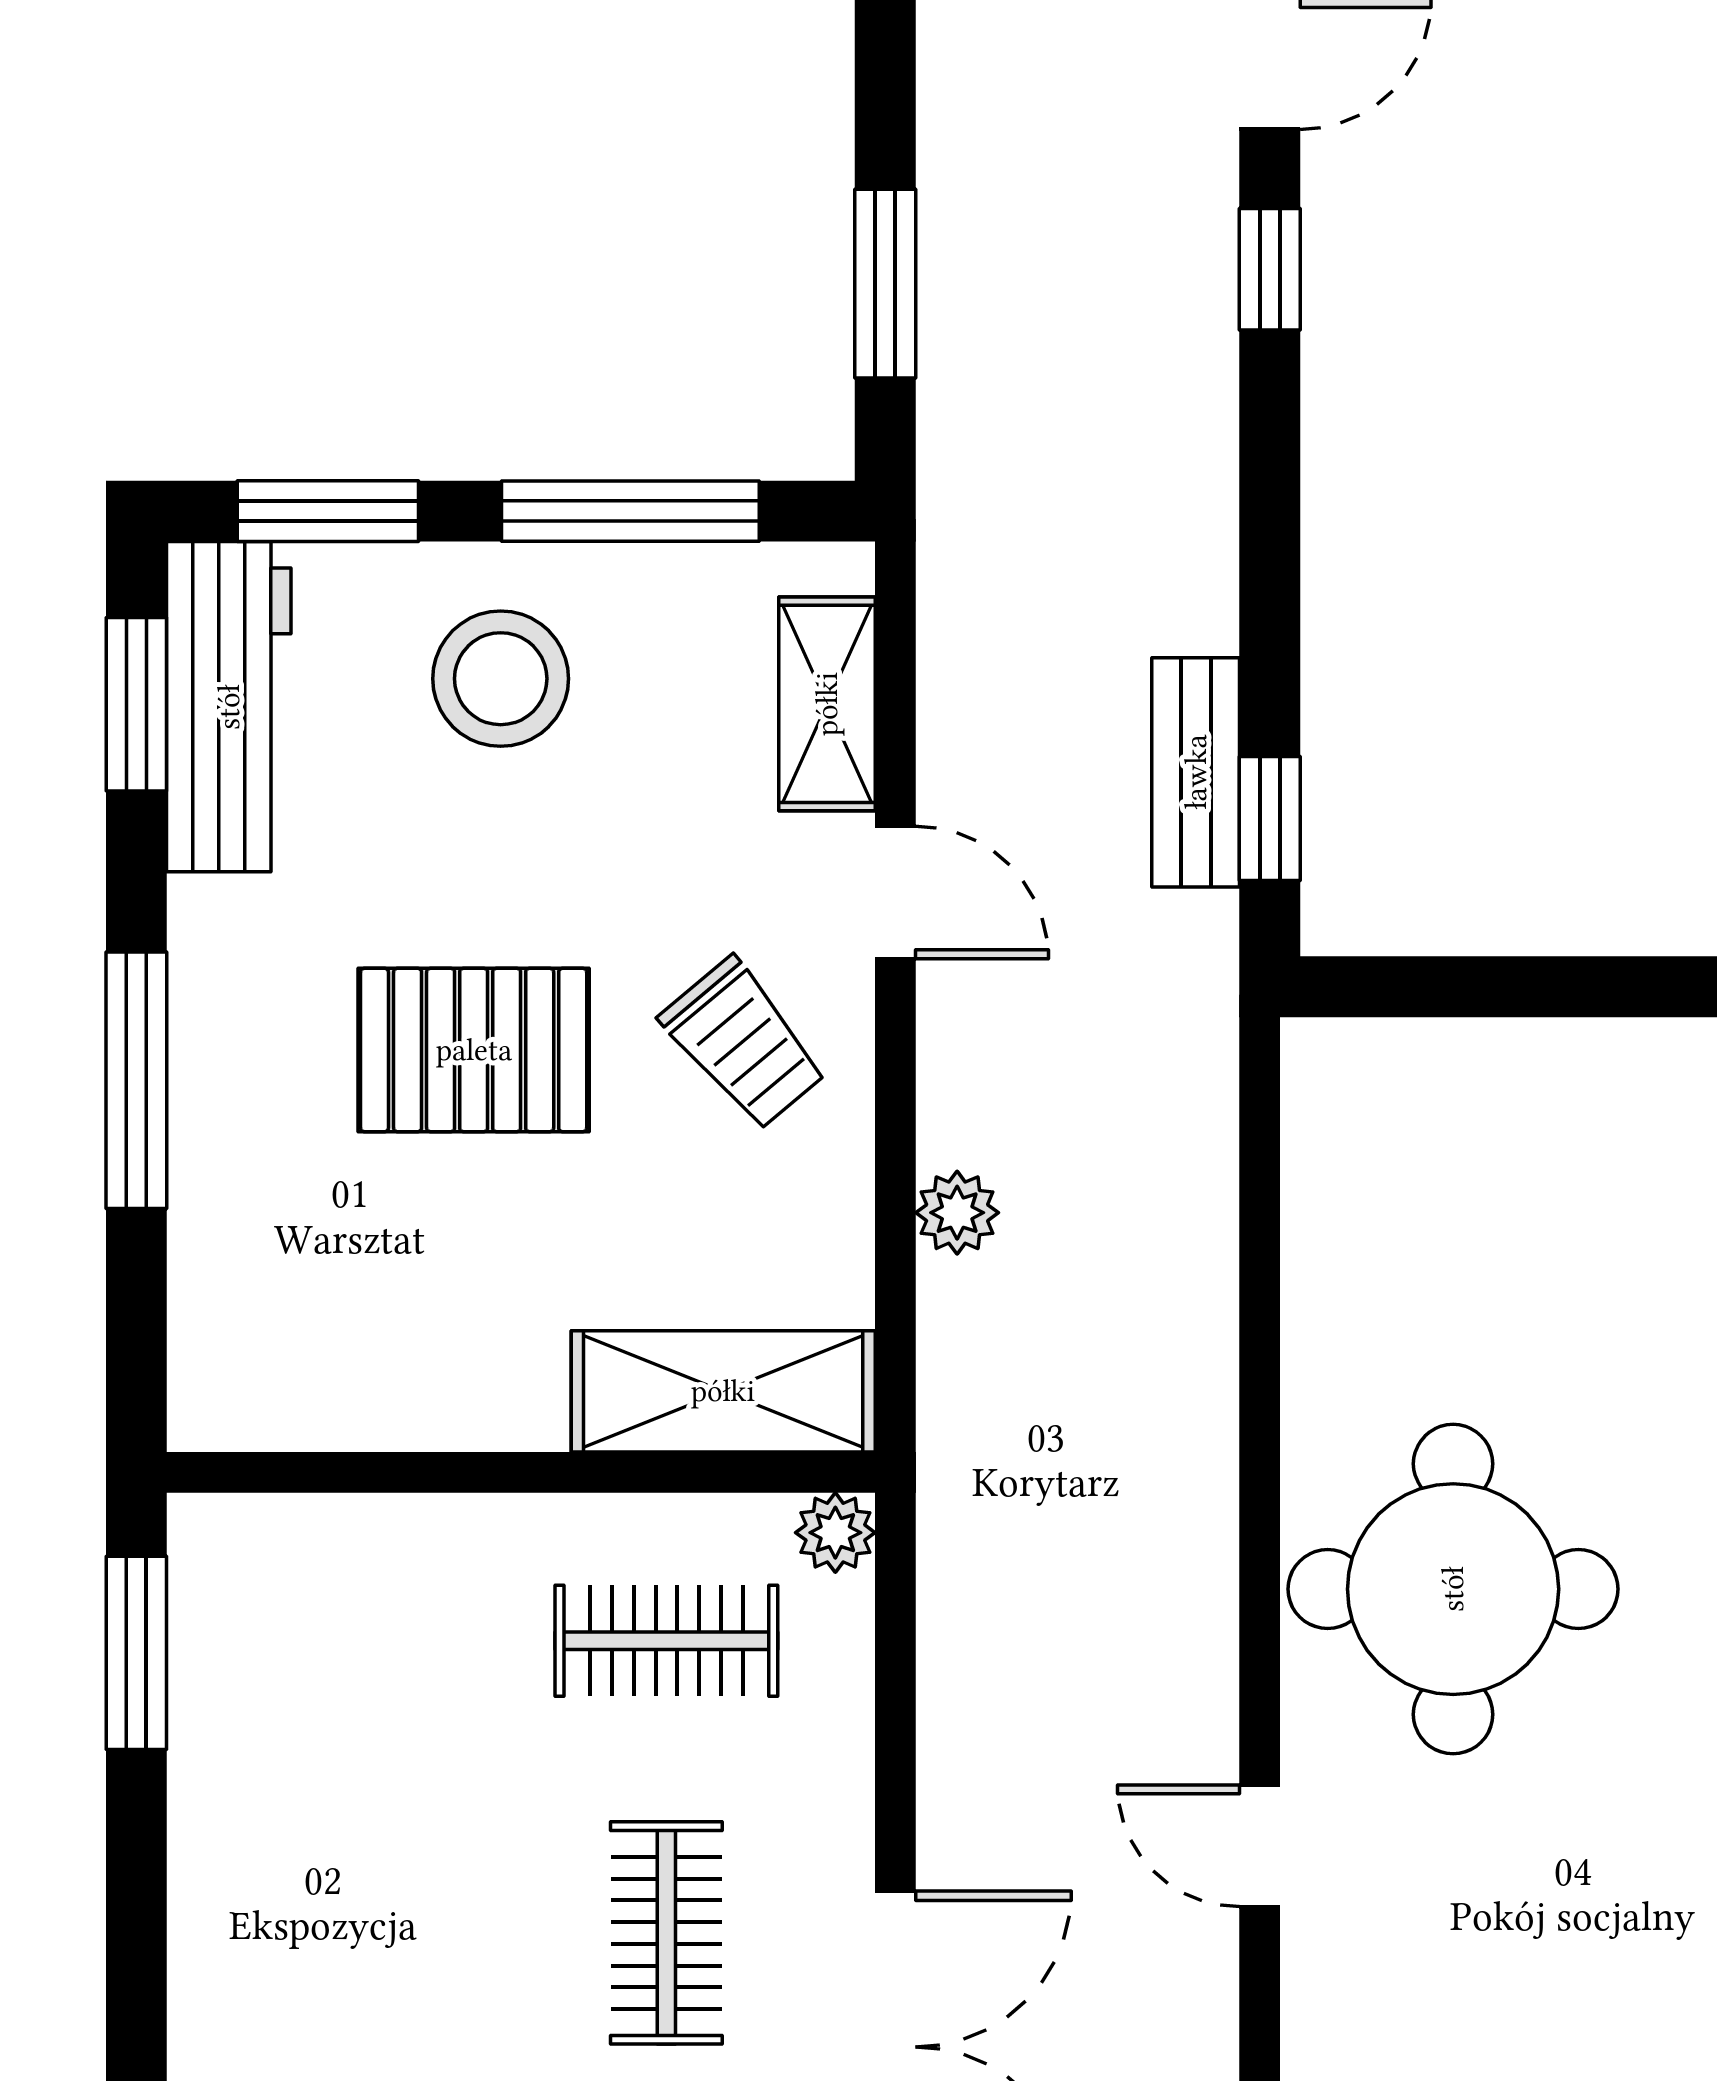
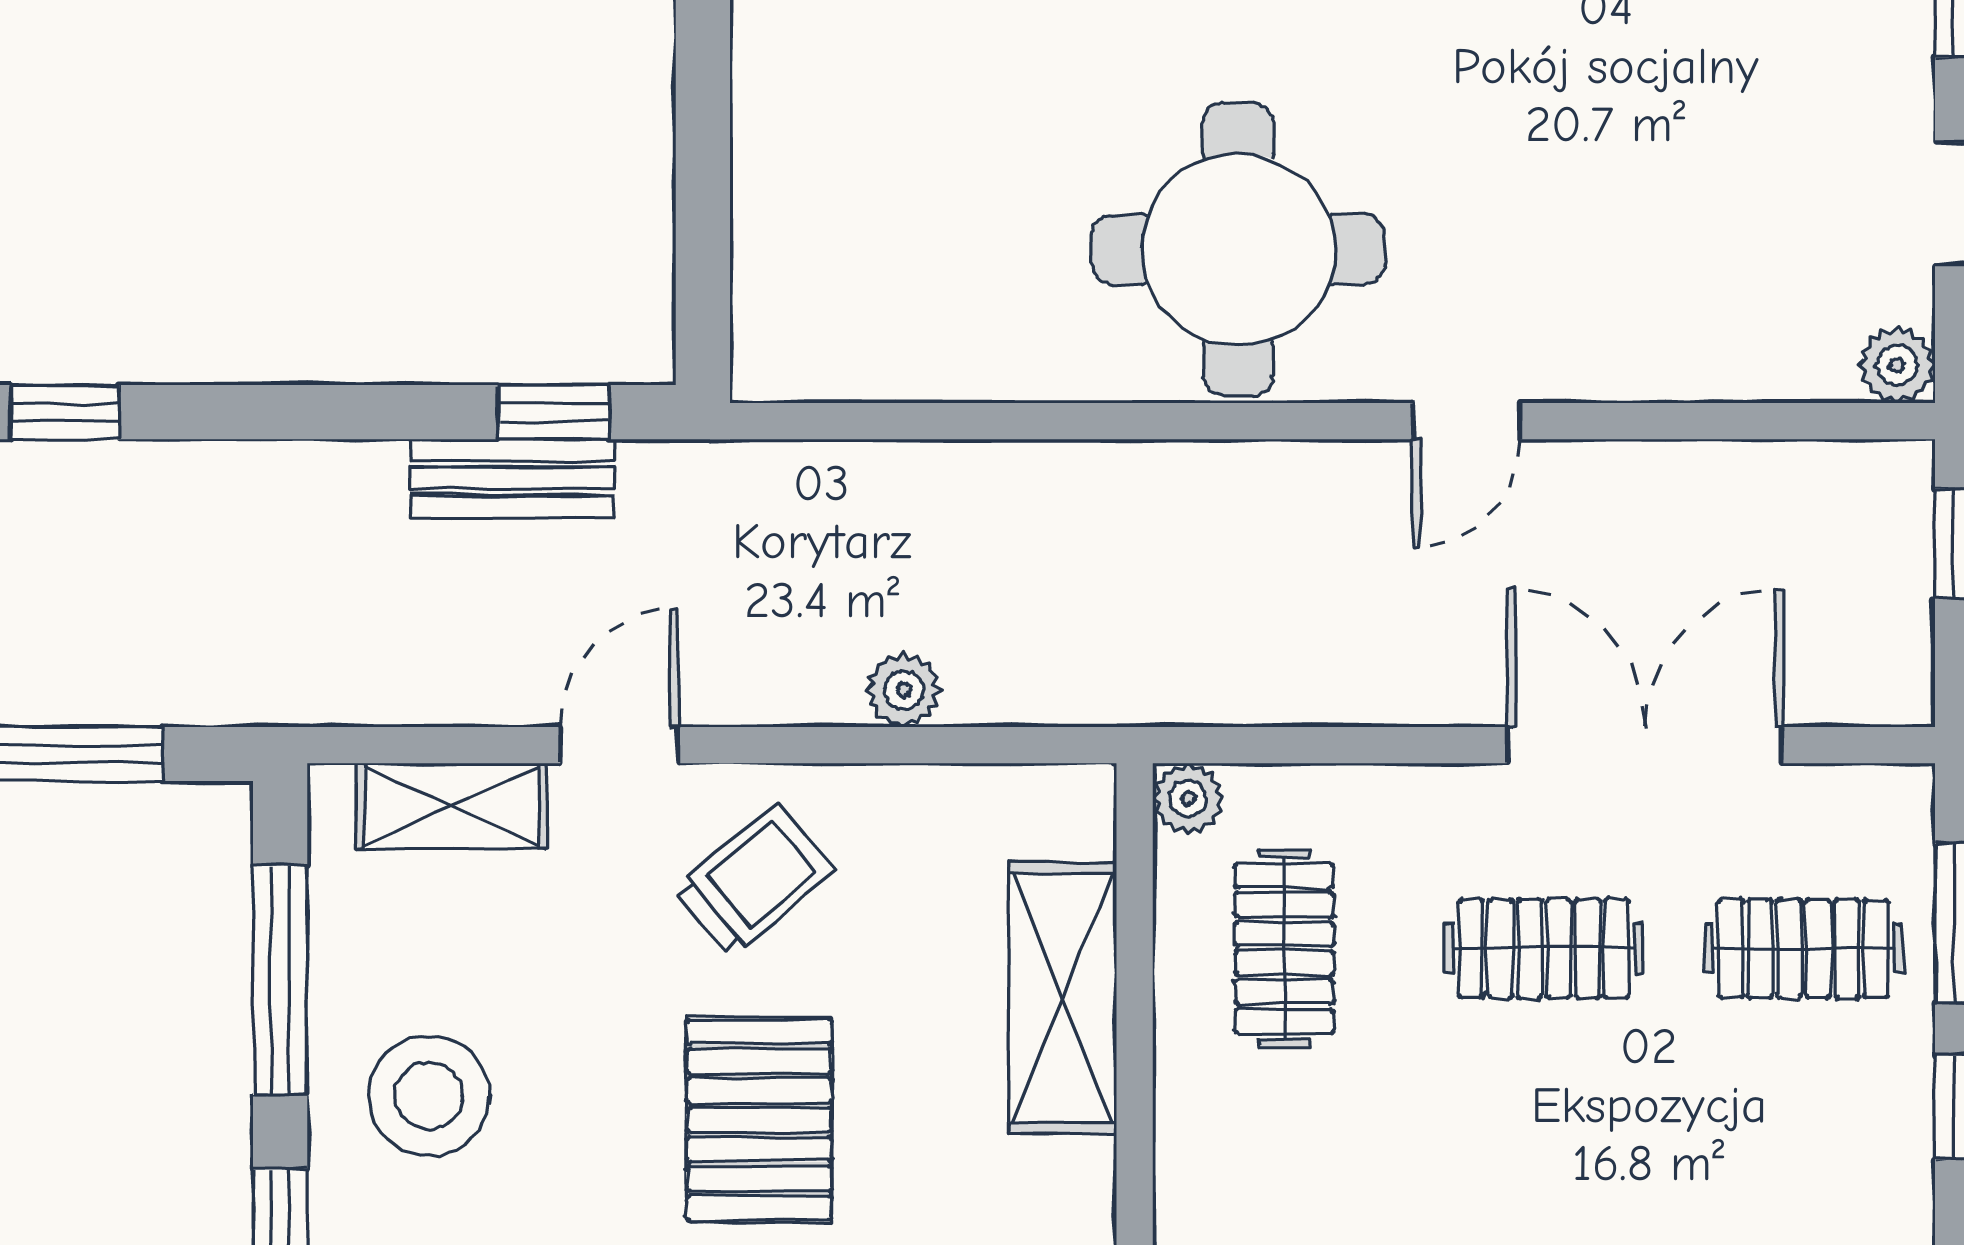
shelving: (723, 1391) -> (1063, 998), moved

